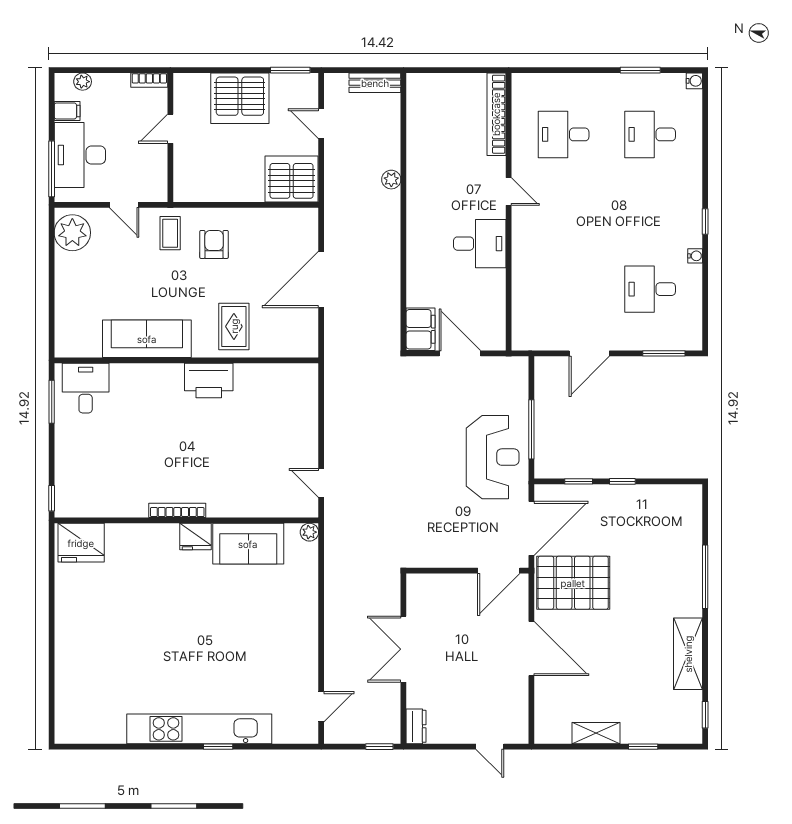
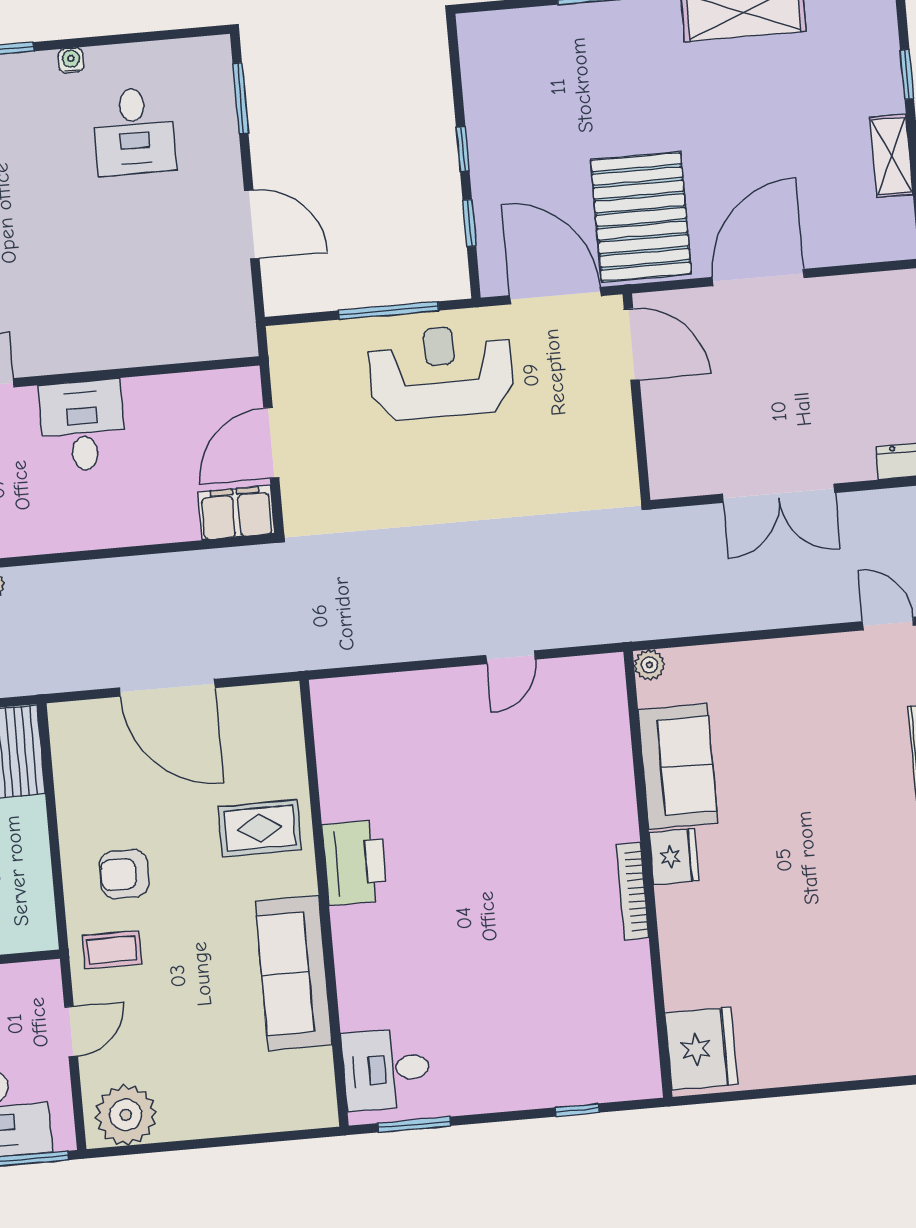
bookcase: (177, 510) -> (632, 891), moved
wall: (186, 520) -> (648, 874), moved
plant: (309, 532) -> (649, 665), moved
fridge: (195, 536) -> (674, 857), moved
fridge: (81, 543) -> (701, 1049), moved
sofa: (248, 544) -> (678, 766), moved

